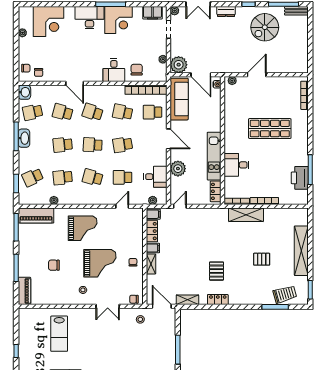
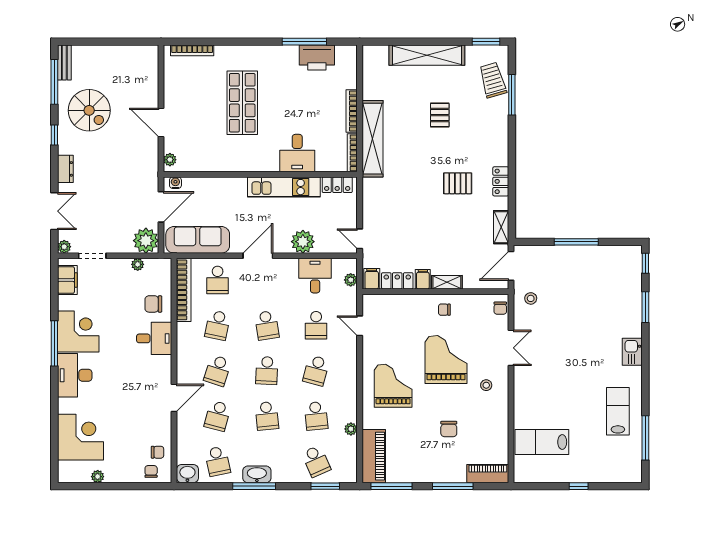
shelving: (246, 215) -> (373, 139), width x1.47
lab bench: (59, 334) -> (542, 442), moved, turned 180

